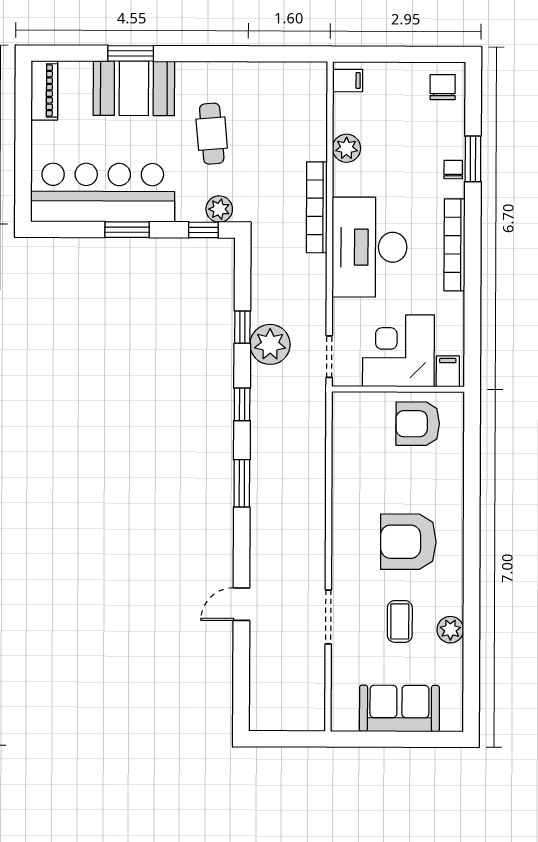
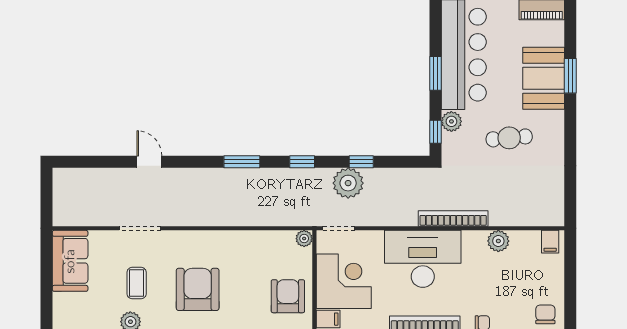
chair: (443, 87) -> (545, 314), turned -90
plant: (219, 209) -> (451, 121), moved
plant: (342, 402) -> (304, 239), added
coffee table: (400, 621) -> (137, 283), turned 90
sofa: (399, 708) -> (70, 261), moved

